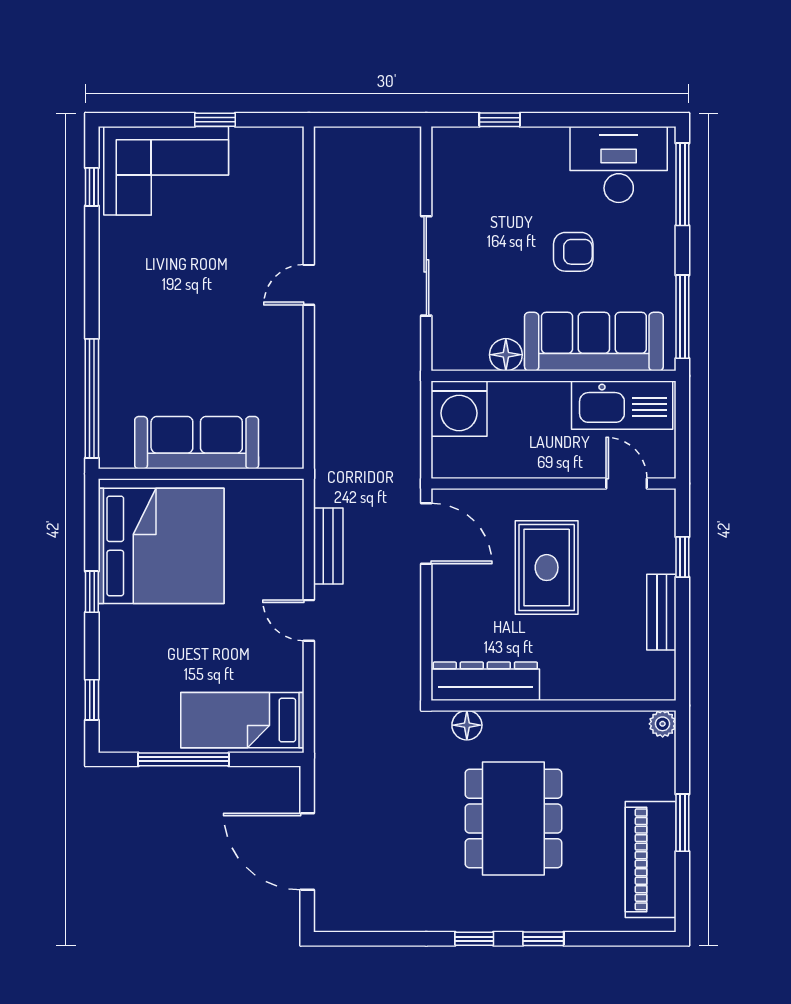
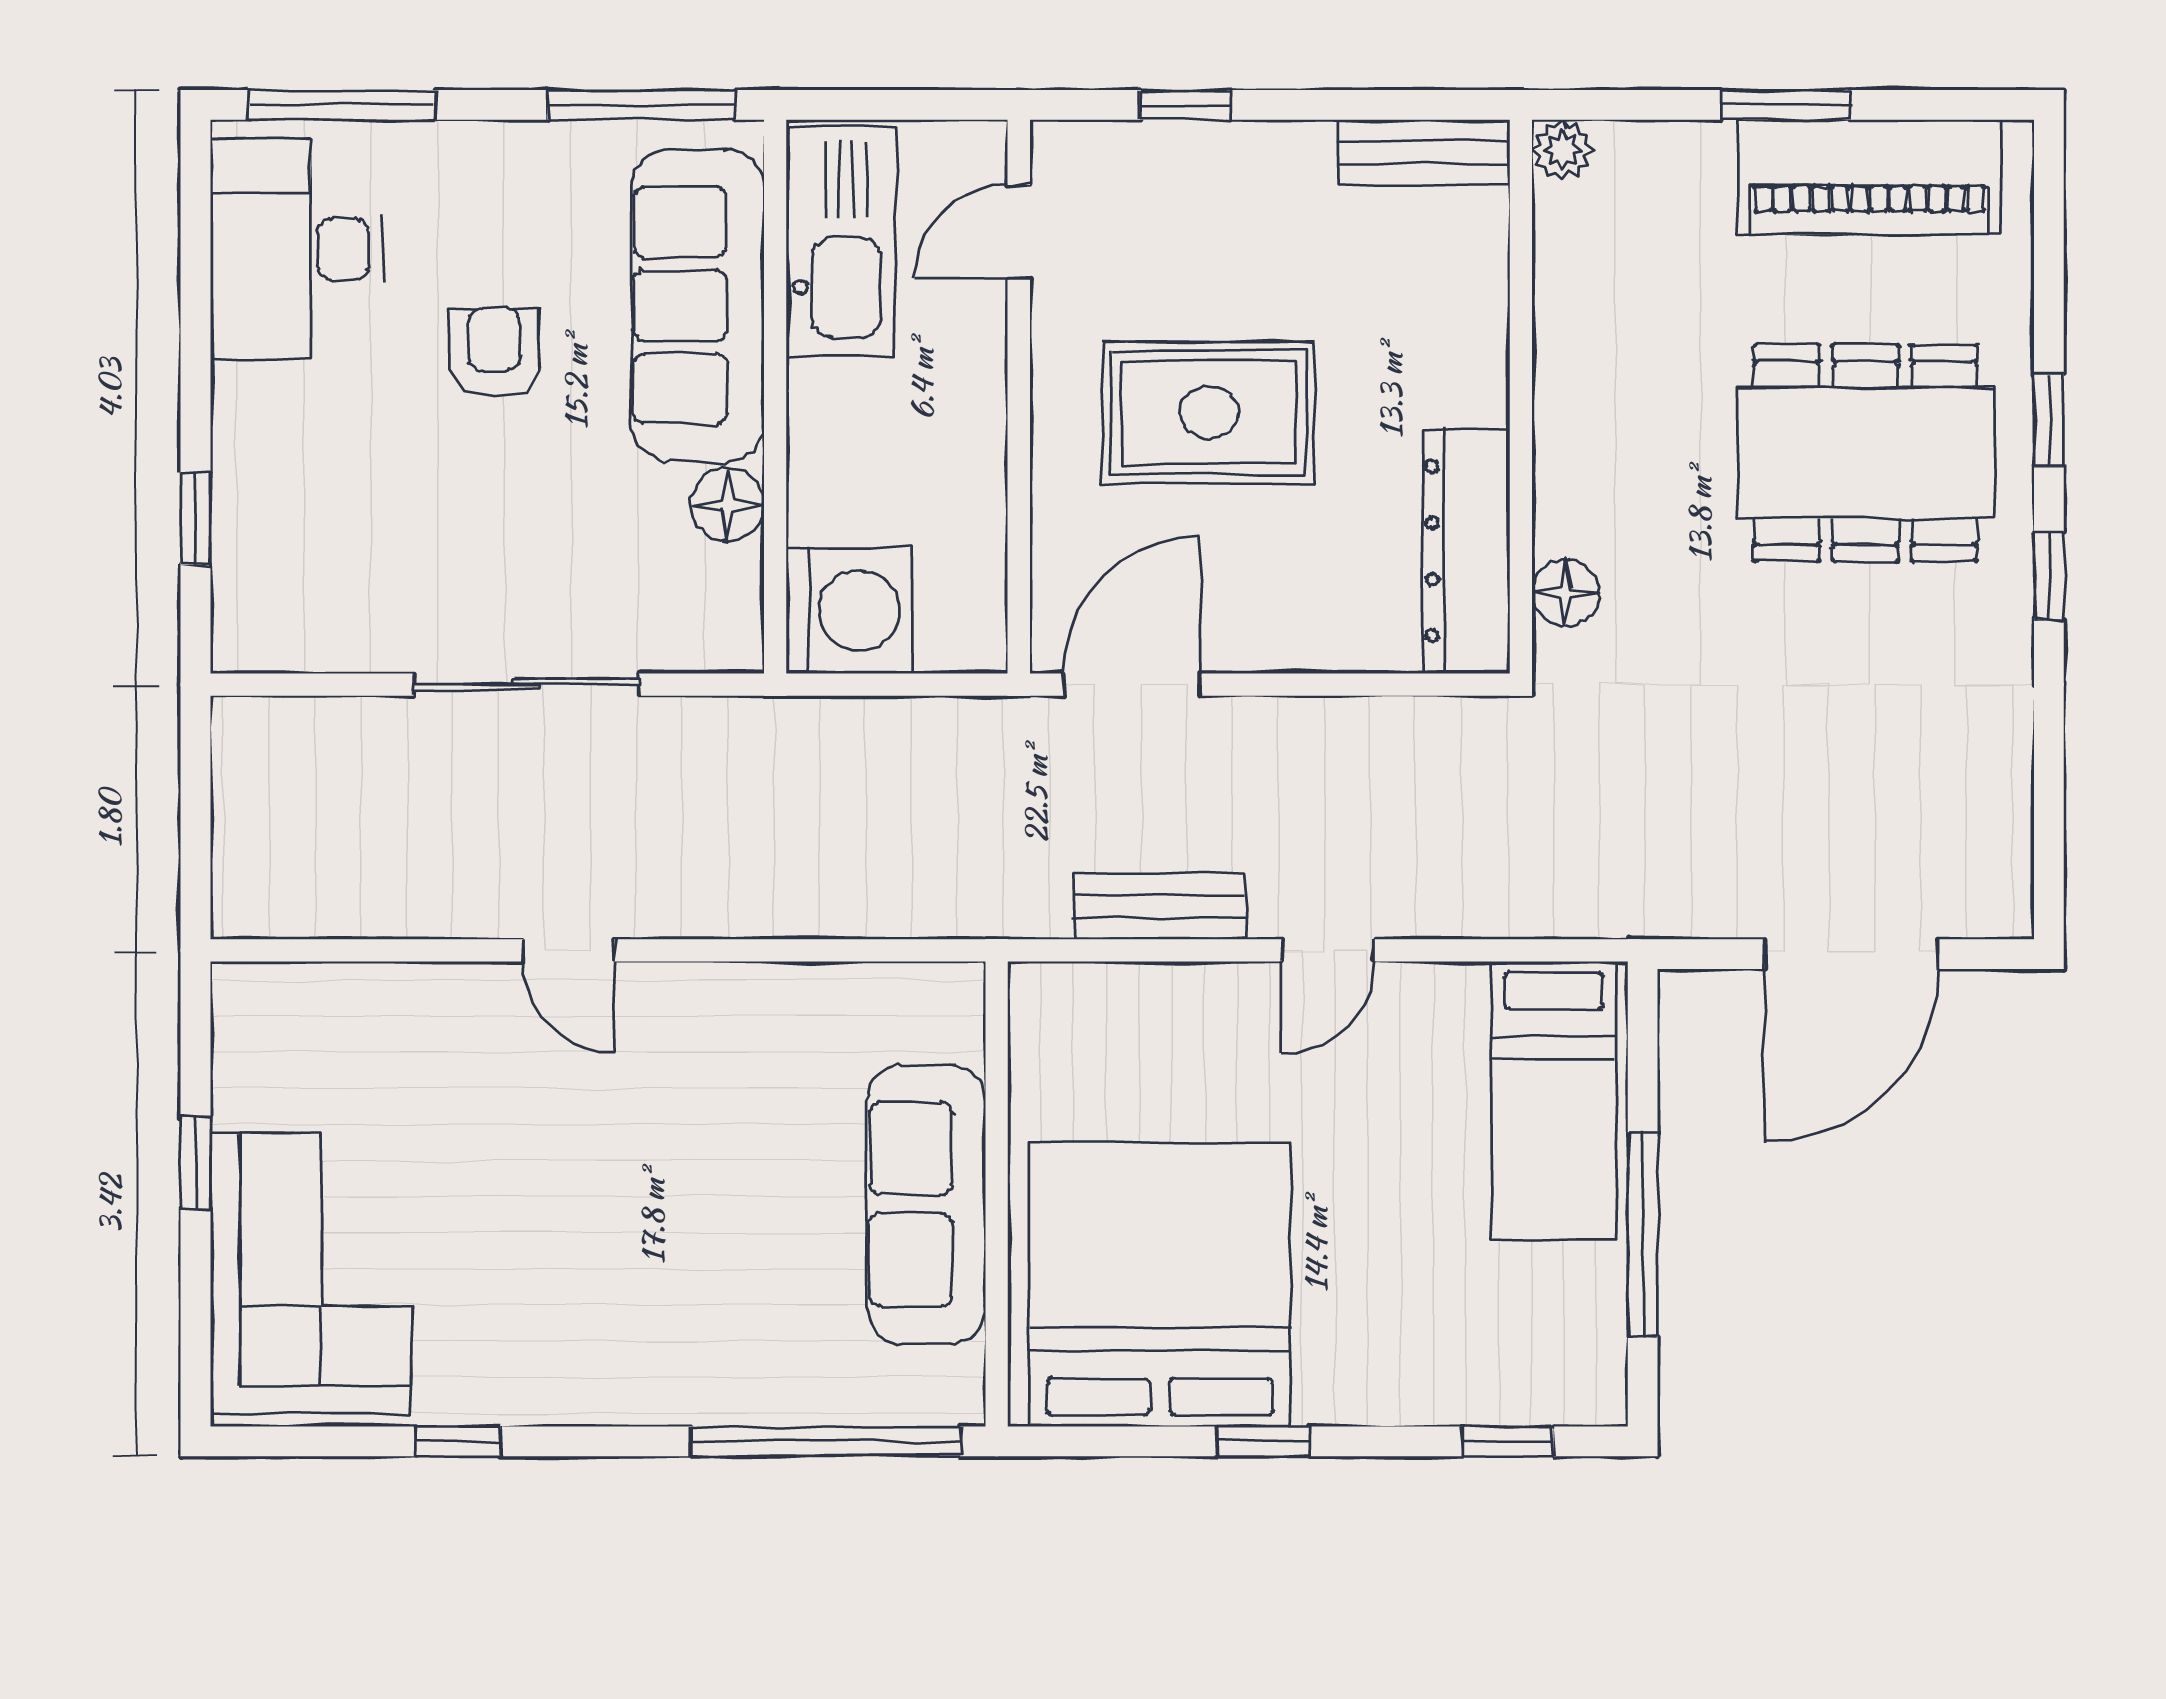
window: (92, 187) -> (458, 1441), moved
bench: (661, 612) -> (1424, 153), moved
dining table: (513, 819) -> (1866, 453), moved

